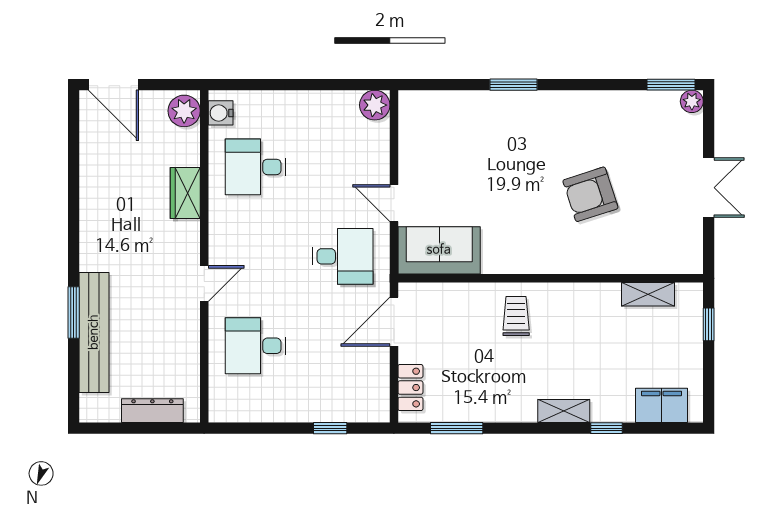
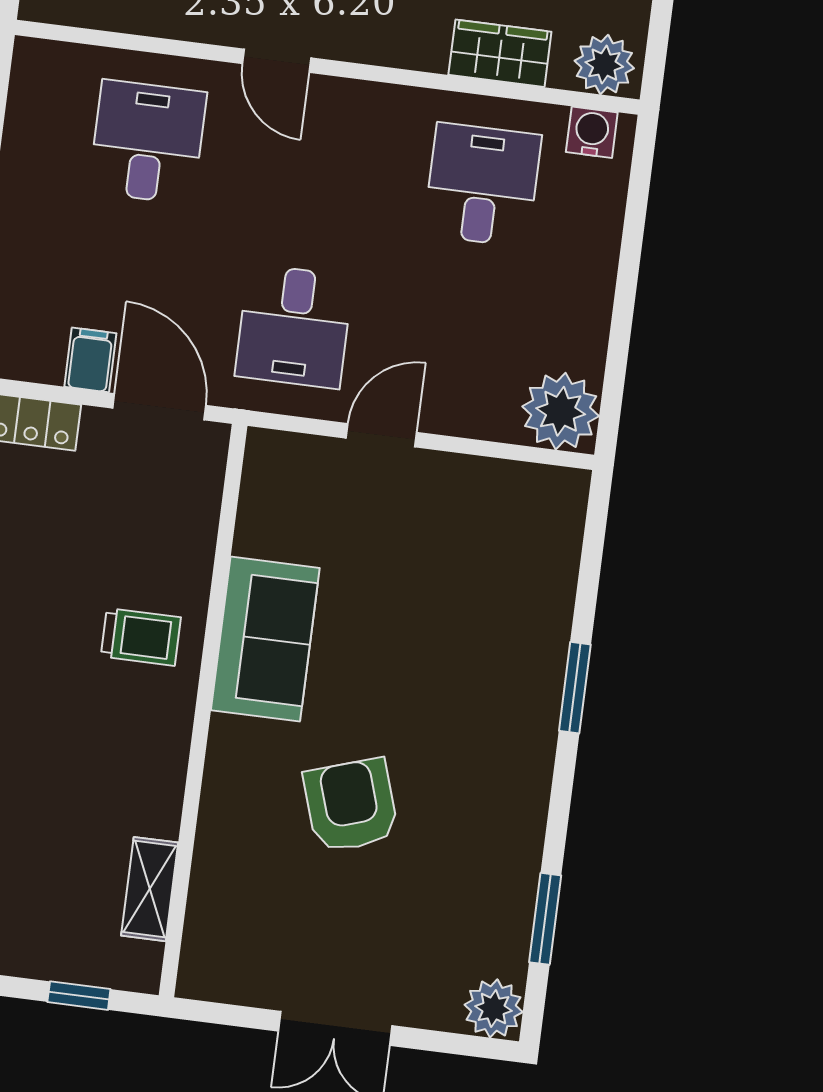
window: (671, 85) -> (545, 919), moved
plant: (692, 101) -> (494, 1008), width x1.38, depth x1.38
plant: (375, 105) -> (561, 411), width x1.36, depth x1.36
wardrobe: (185, 193) -> (500, 53), moved
sofa: (439, 250) -> (265, 639), moved
filing cabinet: (374, 361) -> (90, 360), added

